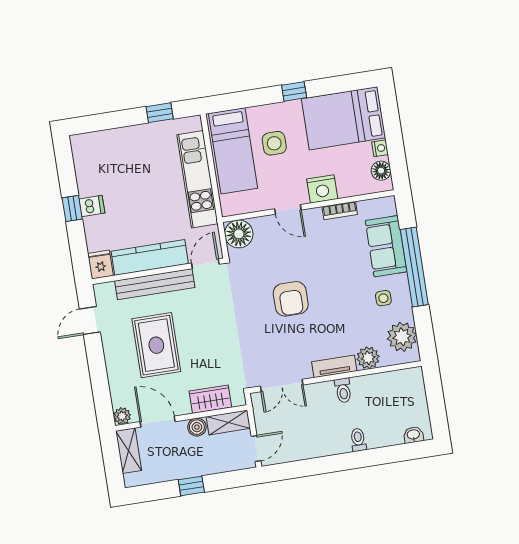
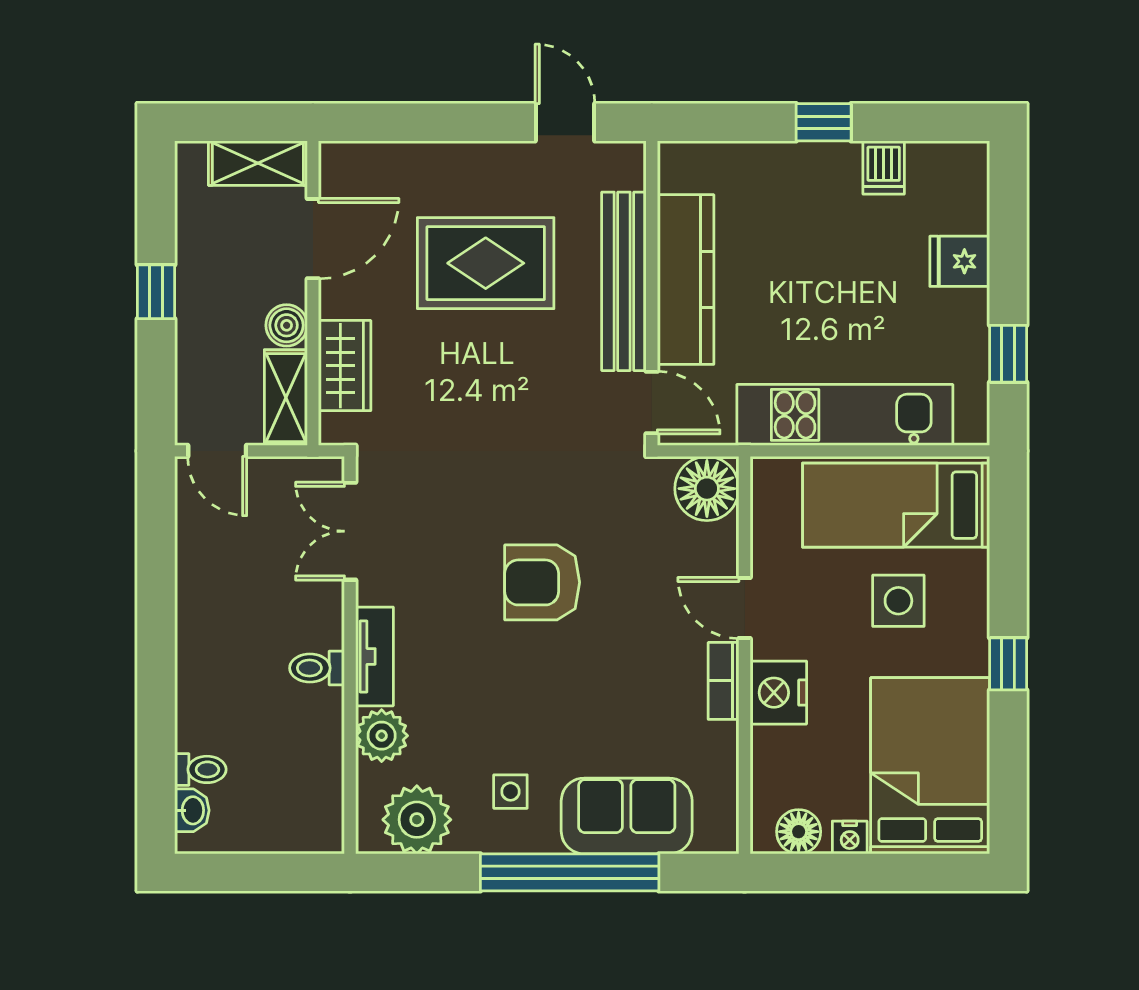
dishwasher: (92, 206) -> (884, 167), moved
door: (288, 209) -> (745, 608), hinge flipped
bookcase: (340, 211) -> (724, 681), moved
fridge: (100, 265) -> (960, 261), moved, turned 180
plant: (122, 416) -> (338, 161), removed
toilet: (358, 440) -> (200, 769), moved

